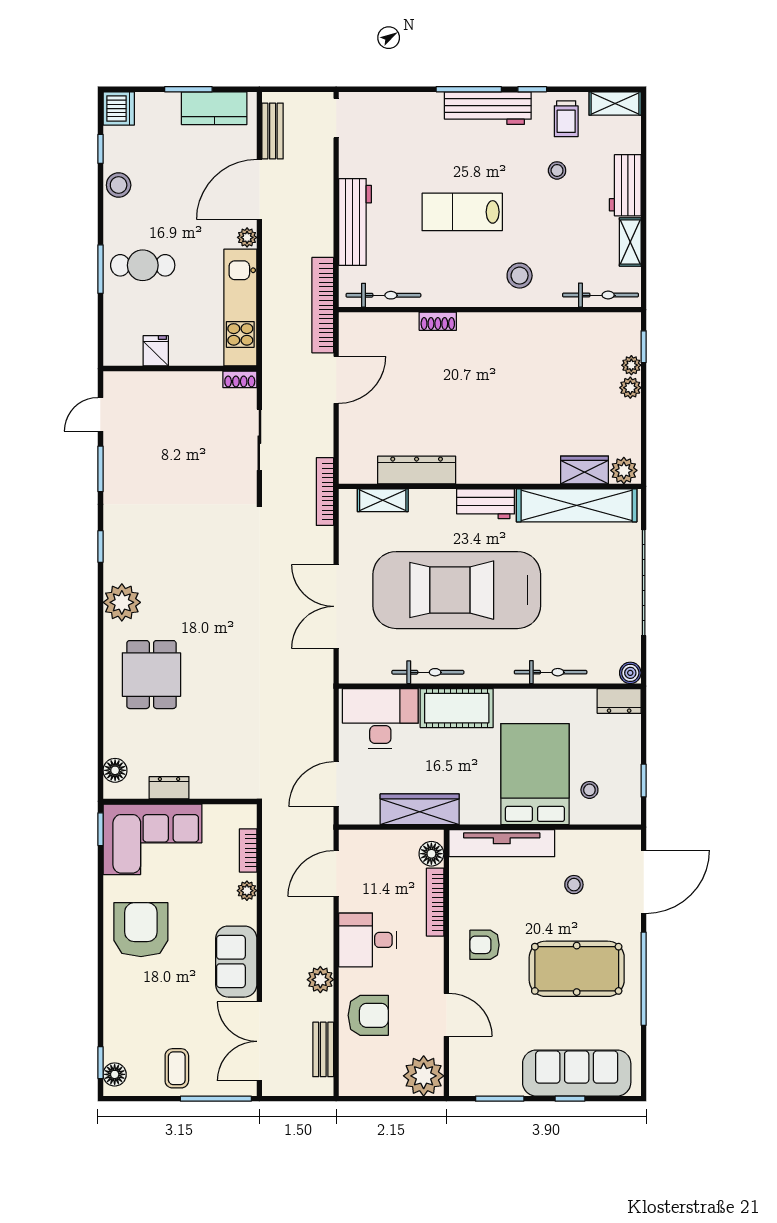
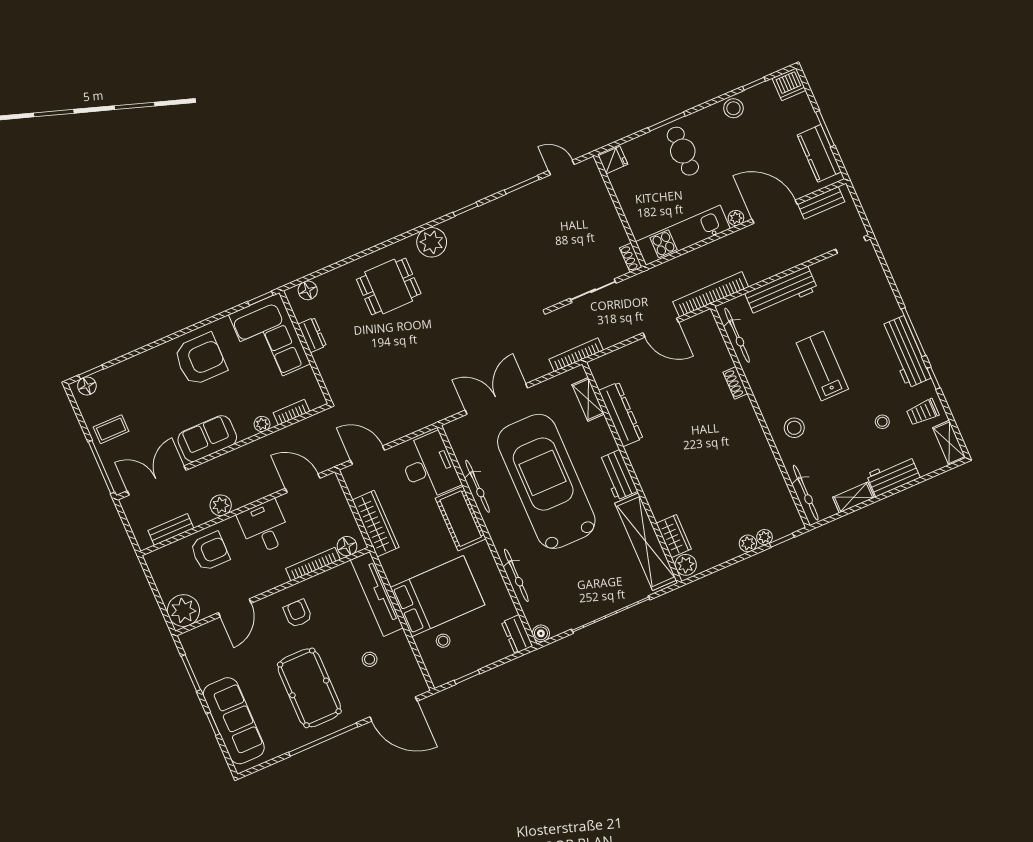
fridge: (156, 351) -> (613, 160), moved
armchair: (368, 1015) -> (210, 551), turned -90

